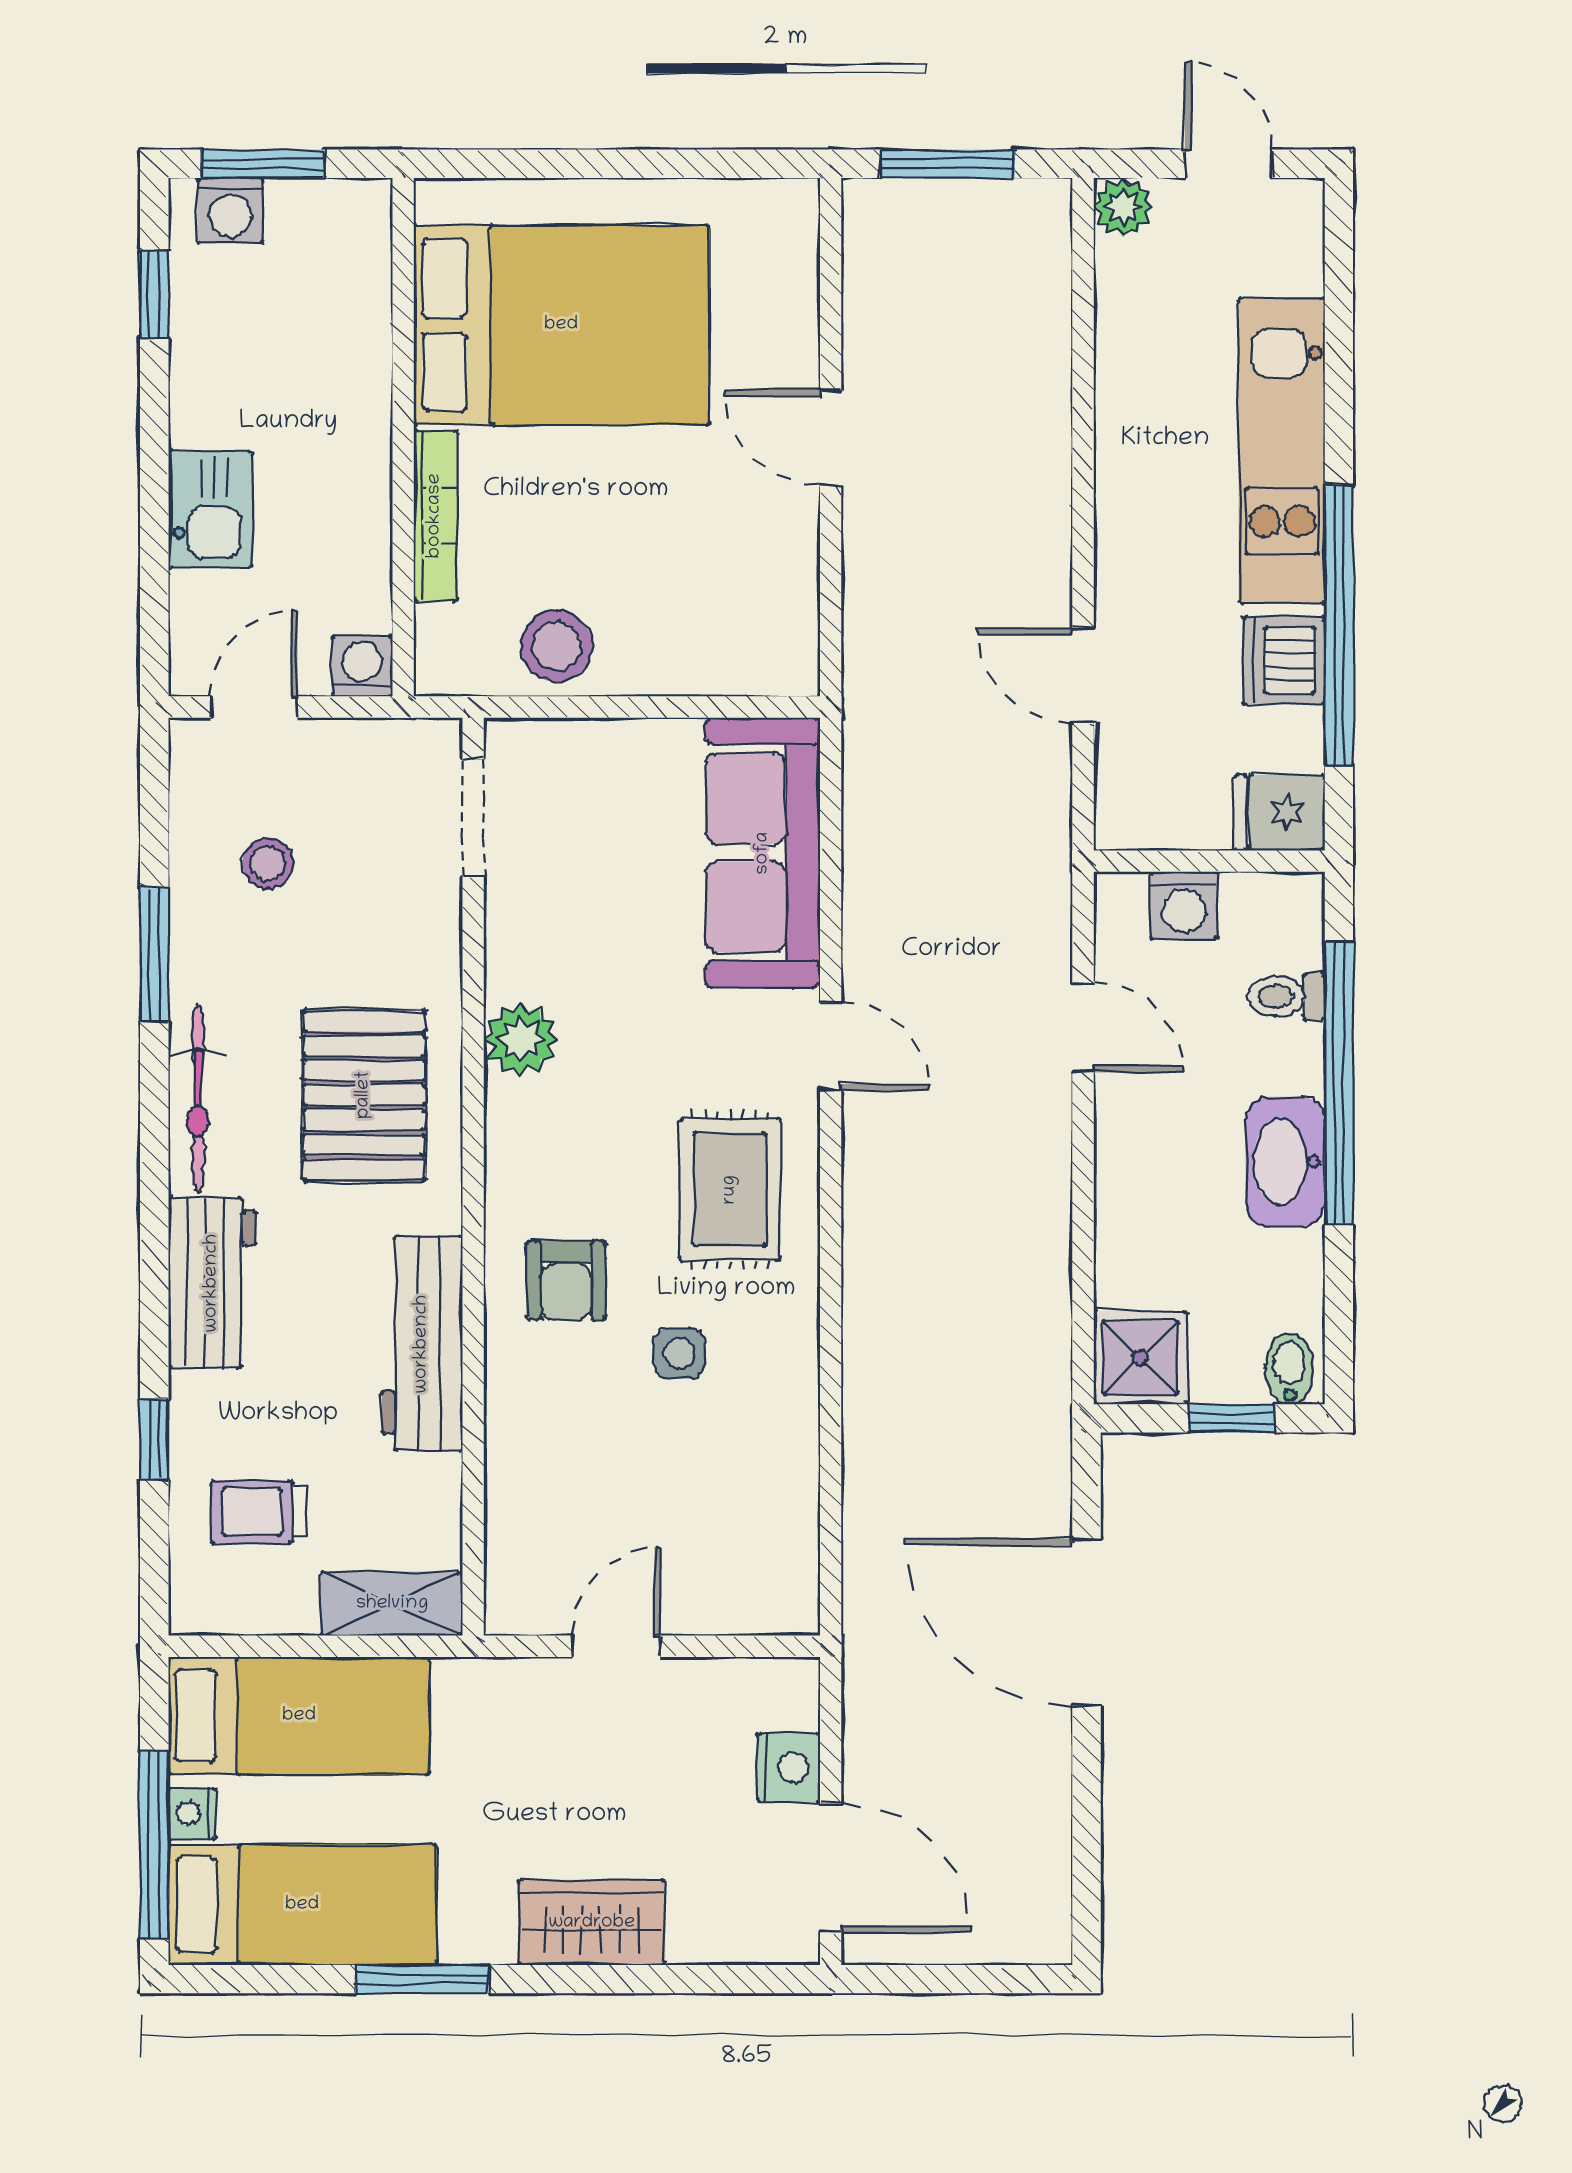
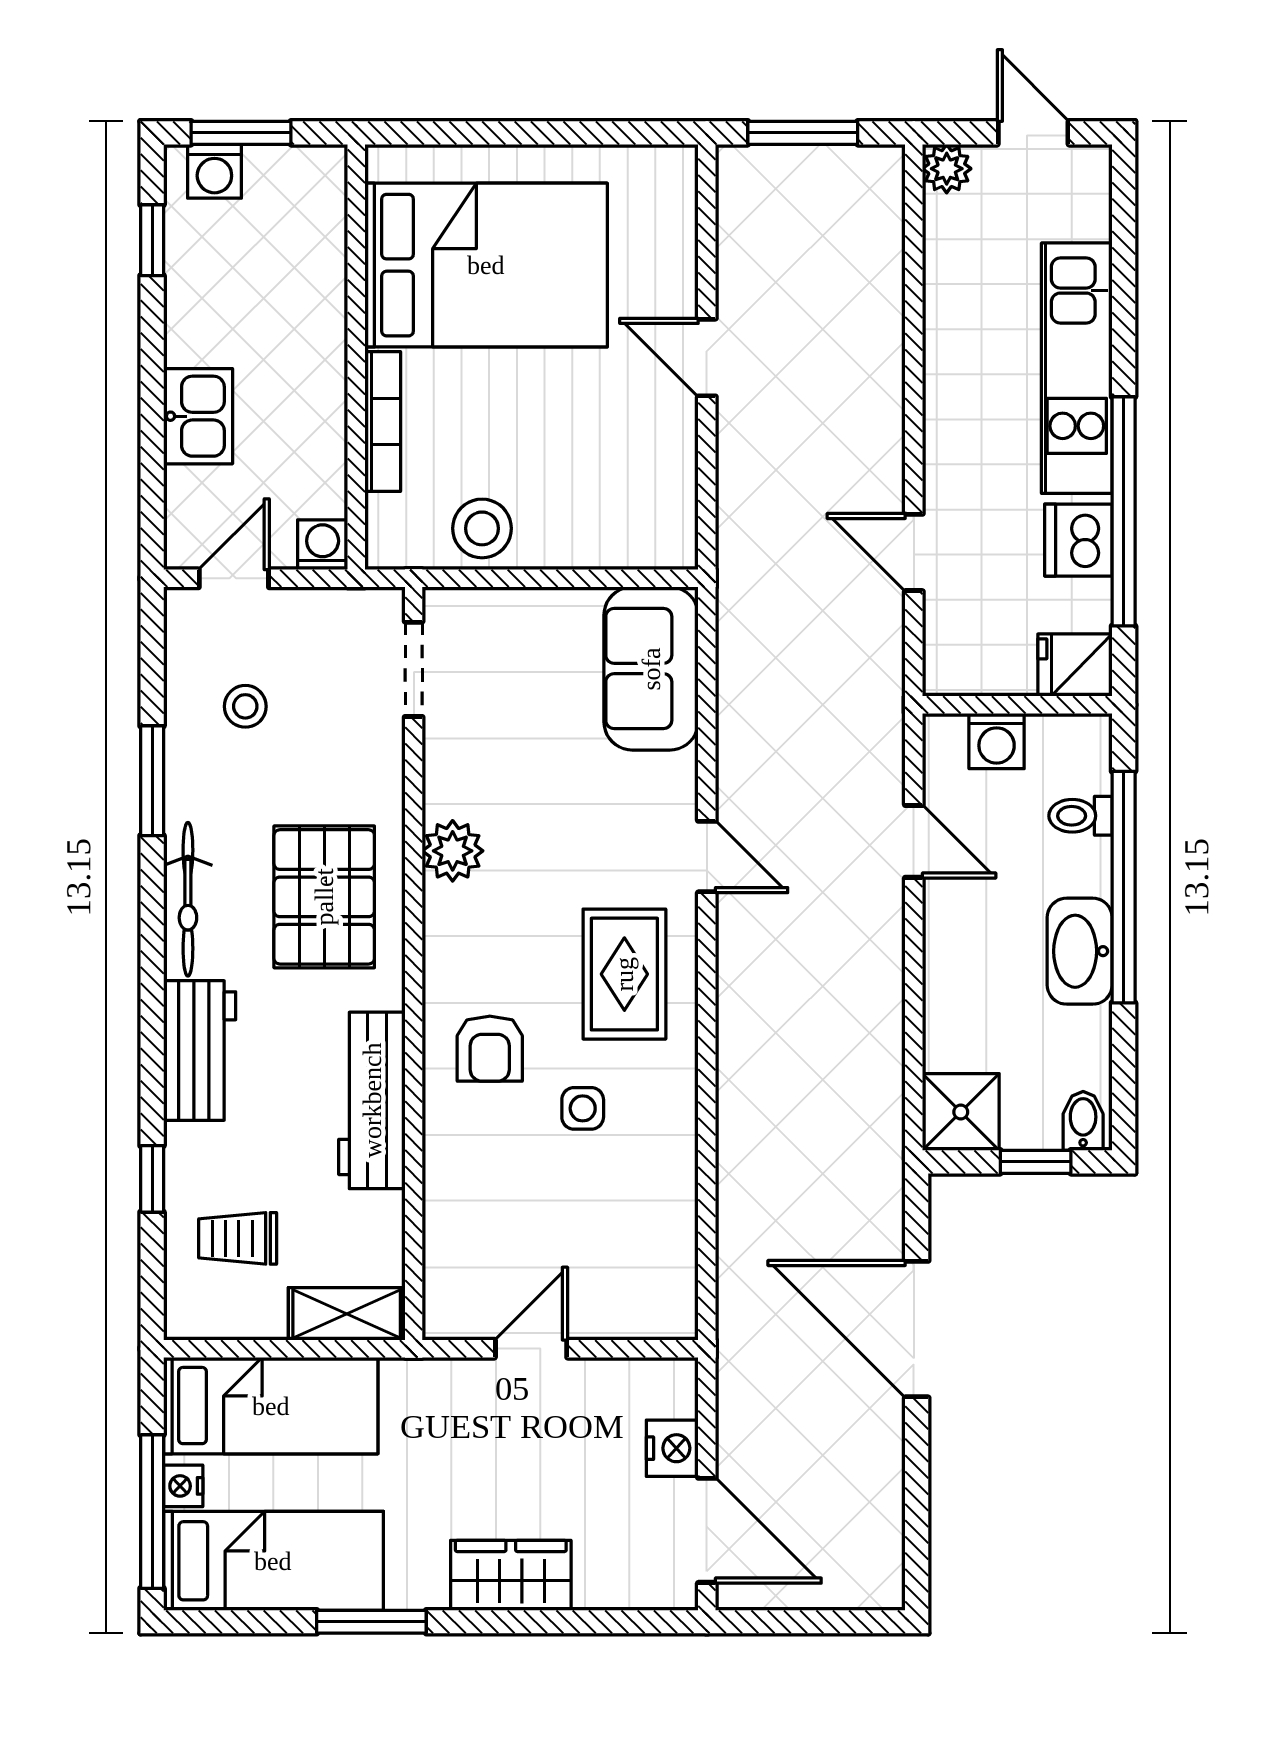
sofa: (763, 853) -> (651, 669), width x0.73

